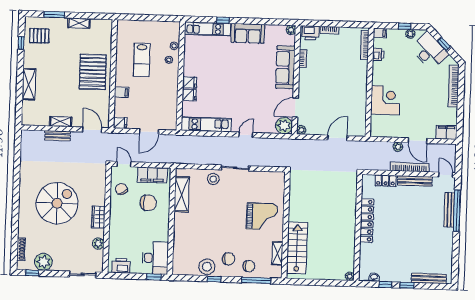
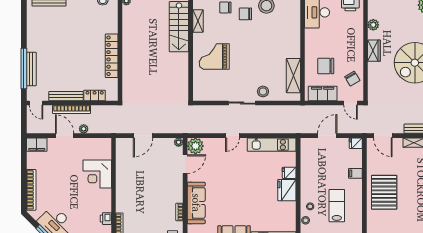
fridge: (190, 82) -> (287, 190), width x1.88, depth x1.34

